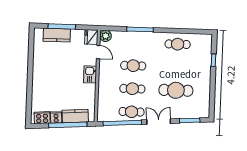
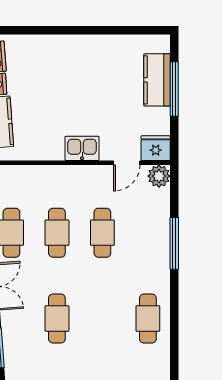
cafe table: (176, 90) -> (57, 319), width x0.73, depth x0.74

